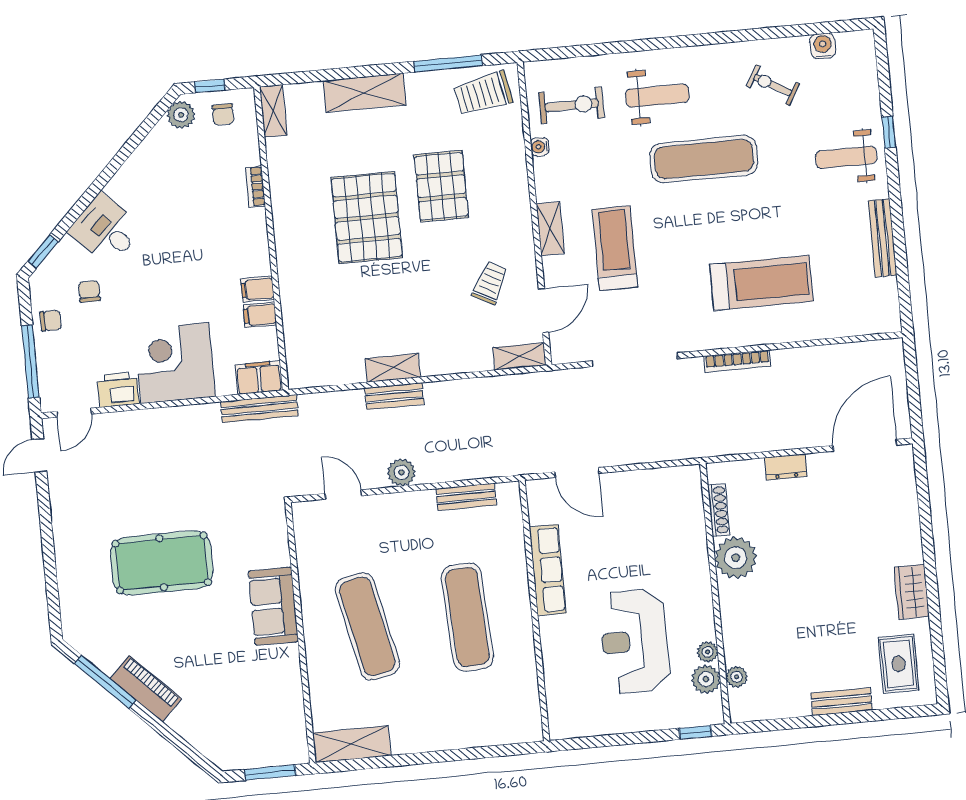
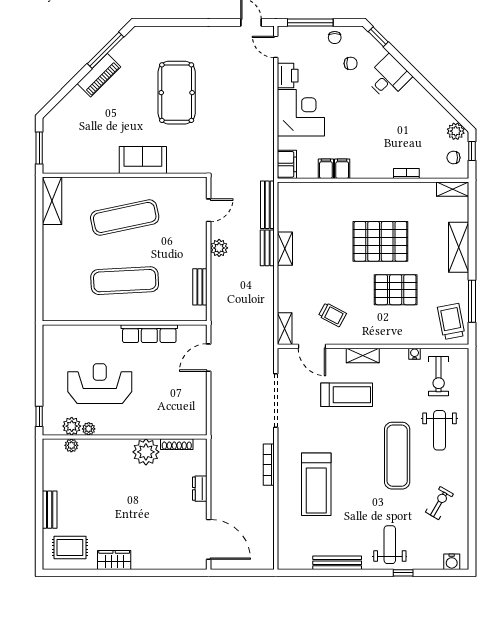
water cooler: (823, 46) -> (452, 562), moved, turned 90
bench: (259, 409) -> (267, 205), moved

